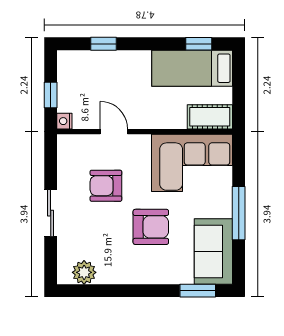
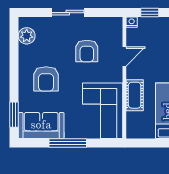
cot: (210, 117) -> (135, 95), moved
armchair: (106, 186) -> (87, 51), turned 180
armchair: (151, 227) -> (46, 79), moved

